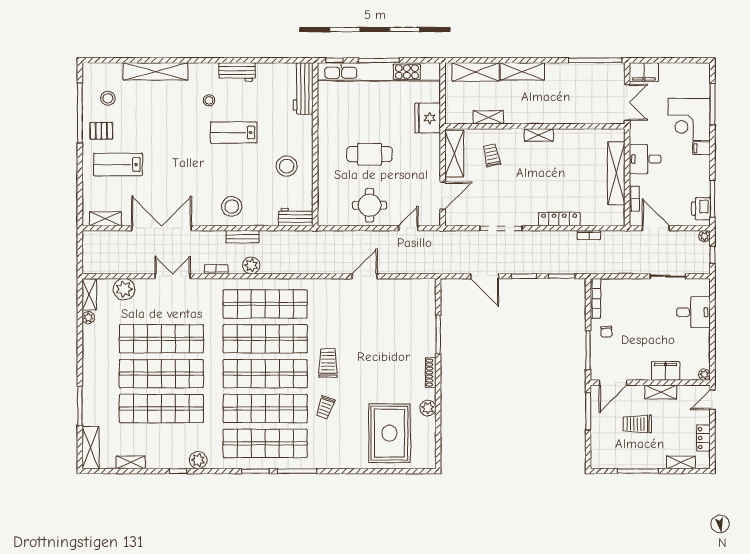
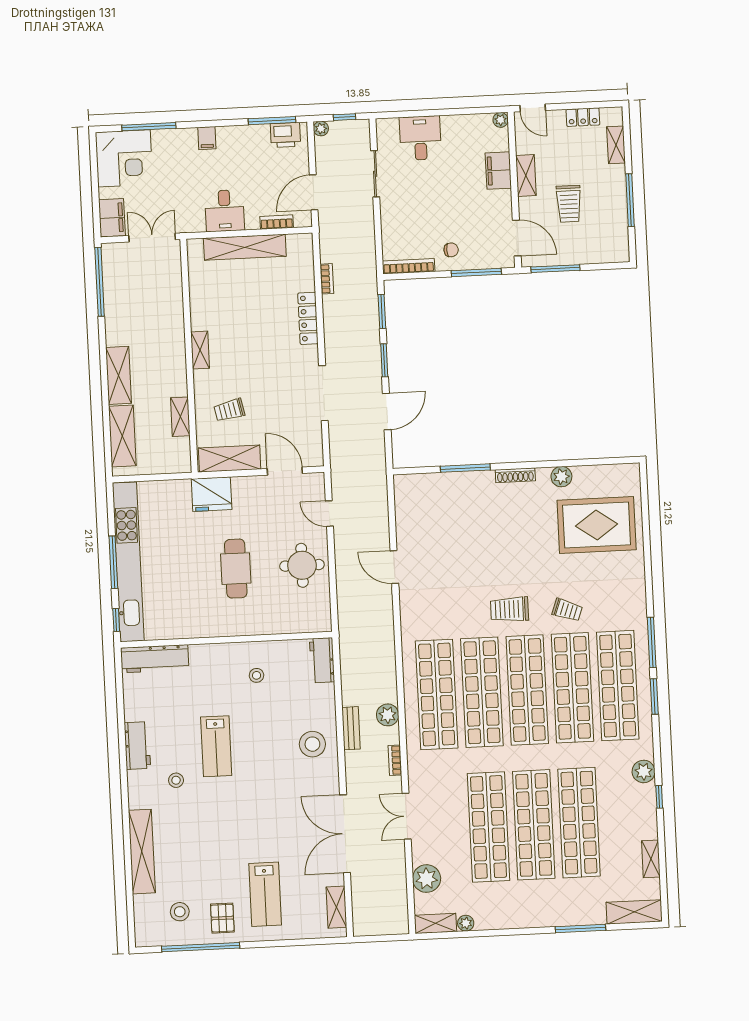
fridge: (428, 118) -> (212, 494), moved
corner desk: (689, 119) -> (124, 158), moved
stool: (287, 166) -> (257, 675), width x0.53, depth x0.53

